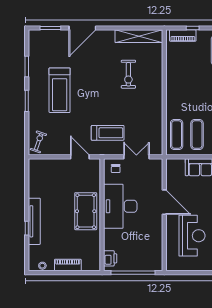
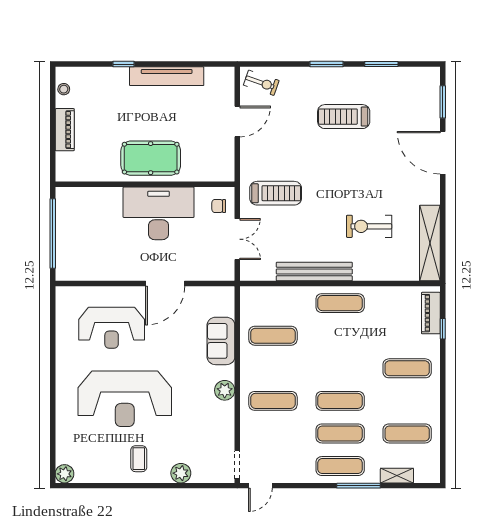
treadmill: (60, 90) -> (344, 117), width x0.73, depth x0.73
bench: (157, 109) -> (314, 272), added
treadmill: (108, 133) -> (276, 193), turned -90
exercise mat: (177, 134) -> (340, 303), moved
door: (80, 157) -> (237, 122), moved
tv unit: (34, 221) -> (167, 76), moved
printer: (110, 258) -> (75, 197), removed

